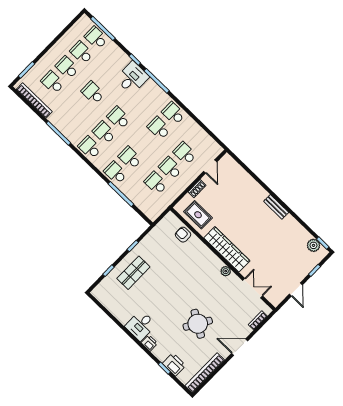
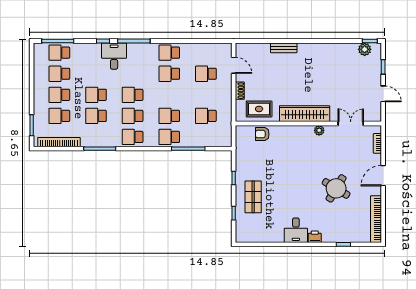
school desk: (170, 168) -> (96, 116), moved
bench: (276, 207) -> (284, 48), moved
printer: (174, 364) -> (348, 235), removed

